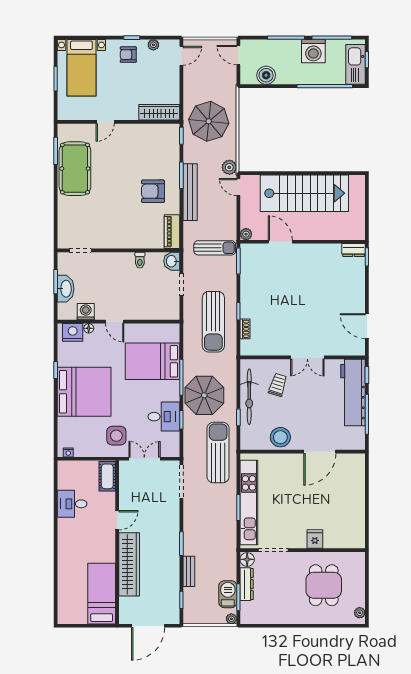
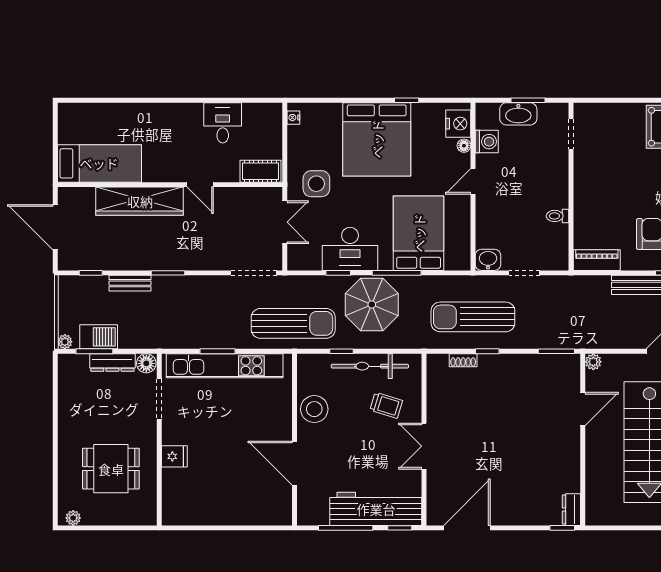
sun lounger: (215, 248) -> (574, 319), removed
washbasin: (172, 261) -> (488, 260), moved
door: (367, 326) -> (467, 528), width x1.36
desk: (164, 417) -> (350, 249), width x1.37

